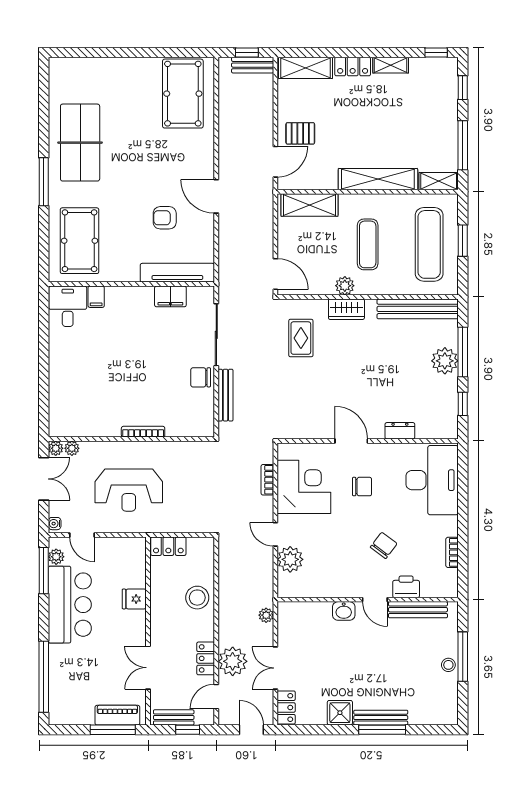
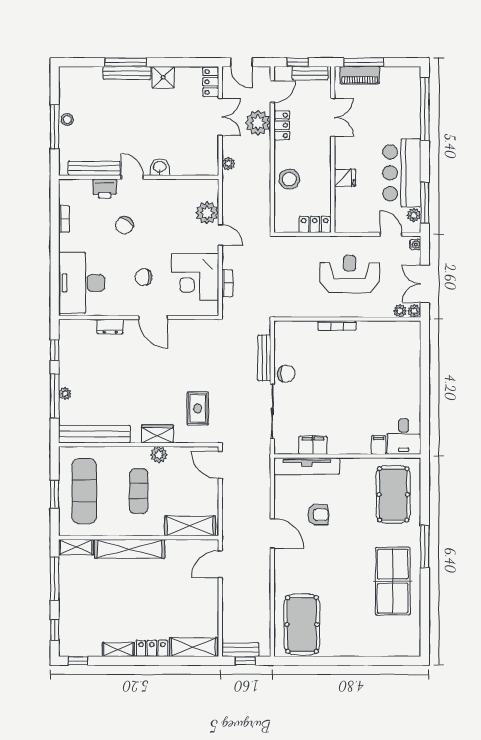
pallet: (300, 133) -> (198, 589), removed
plant: (445, 361) -> (65, 394), width x0.53, depth x0.53

